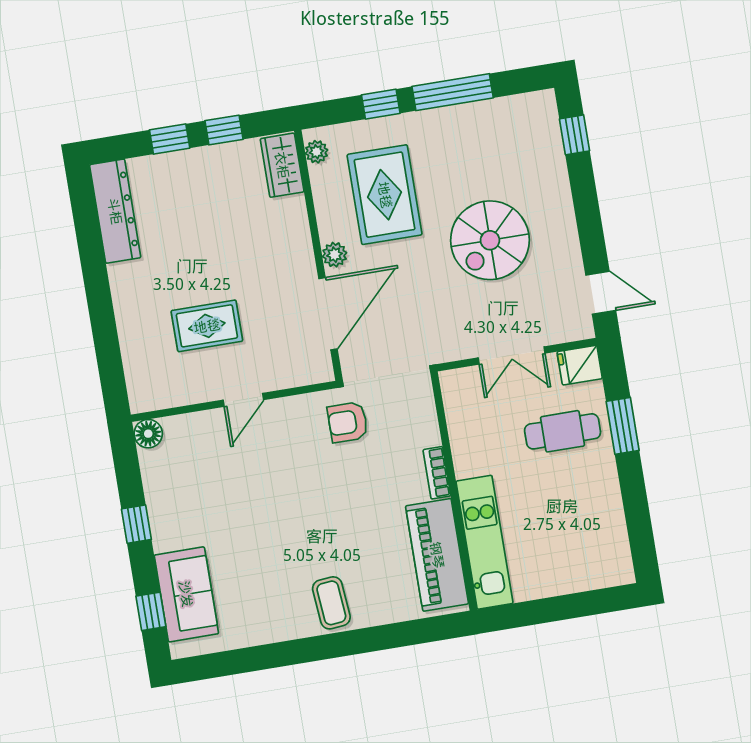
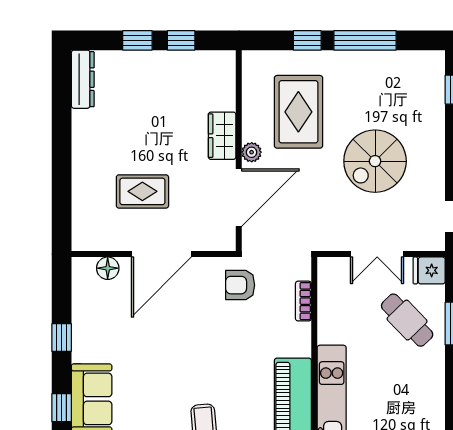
plant: (316, 152) -> (251, 69), removed
wardrobe: (282, 165) -> (222, 136), moved
dresser: (115, 211) -> (83, 79), width x0.73, depth x0.80
door: (243, 400) -> (161, 254), width x1.88
cafe table: (563, 431) -> (407, 320), turned 46
floor lamp: (148, 434) -> (108, 268), moved
bookcase: (437, 473) -> (303, 301), moved

